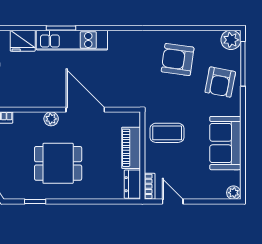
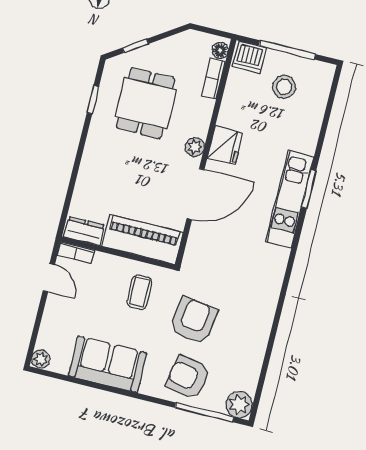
fridge: (23, 41) -> (225, 145), moved, turned 180
armchair: (178, 60) -> (193, 321), moved
coffee table: (167, 133) -> (139, 292), width x0.73, depth x0.77
piano: (131, 148) -> (142, 239), width x1.37, depth x1.33
dining table: (58, 163) -> (146, 103), moved
door: (173, 202) -> (49, 278), hinge flipped

